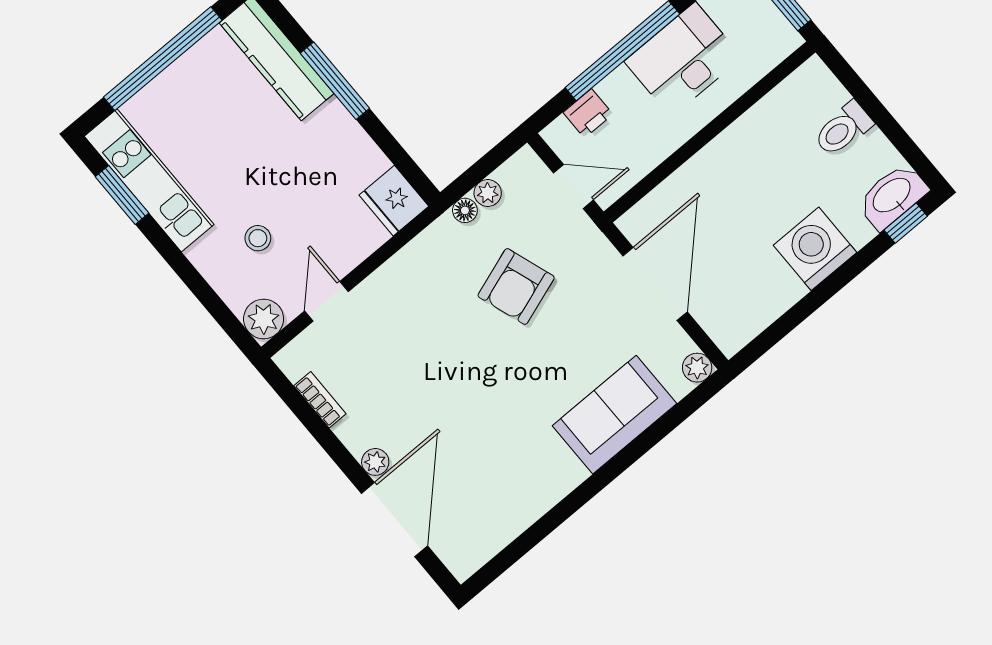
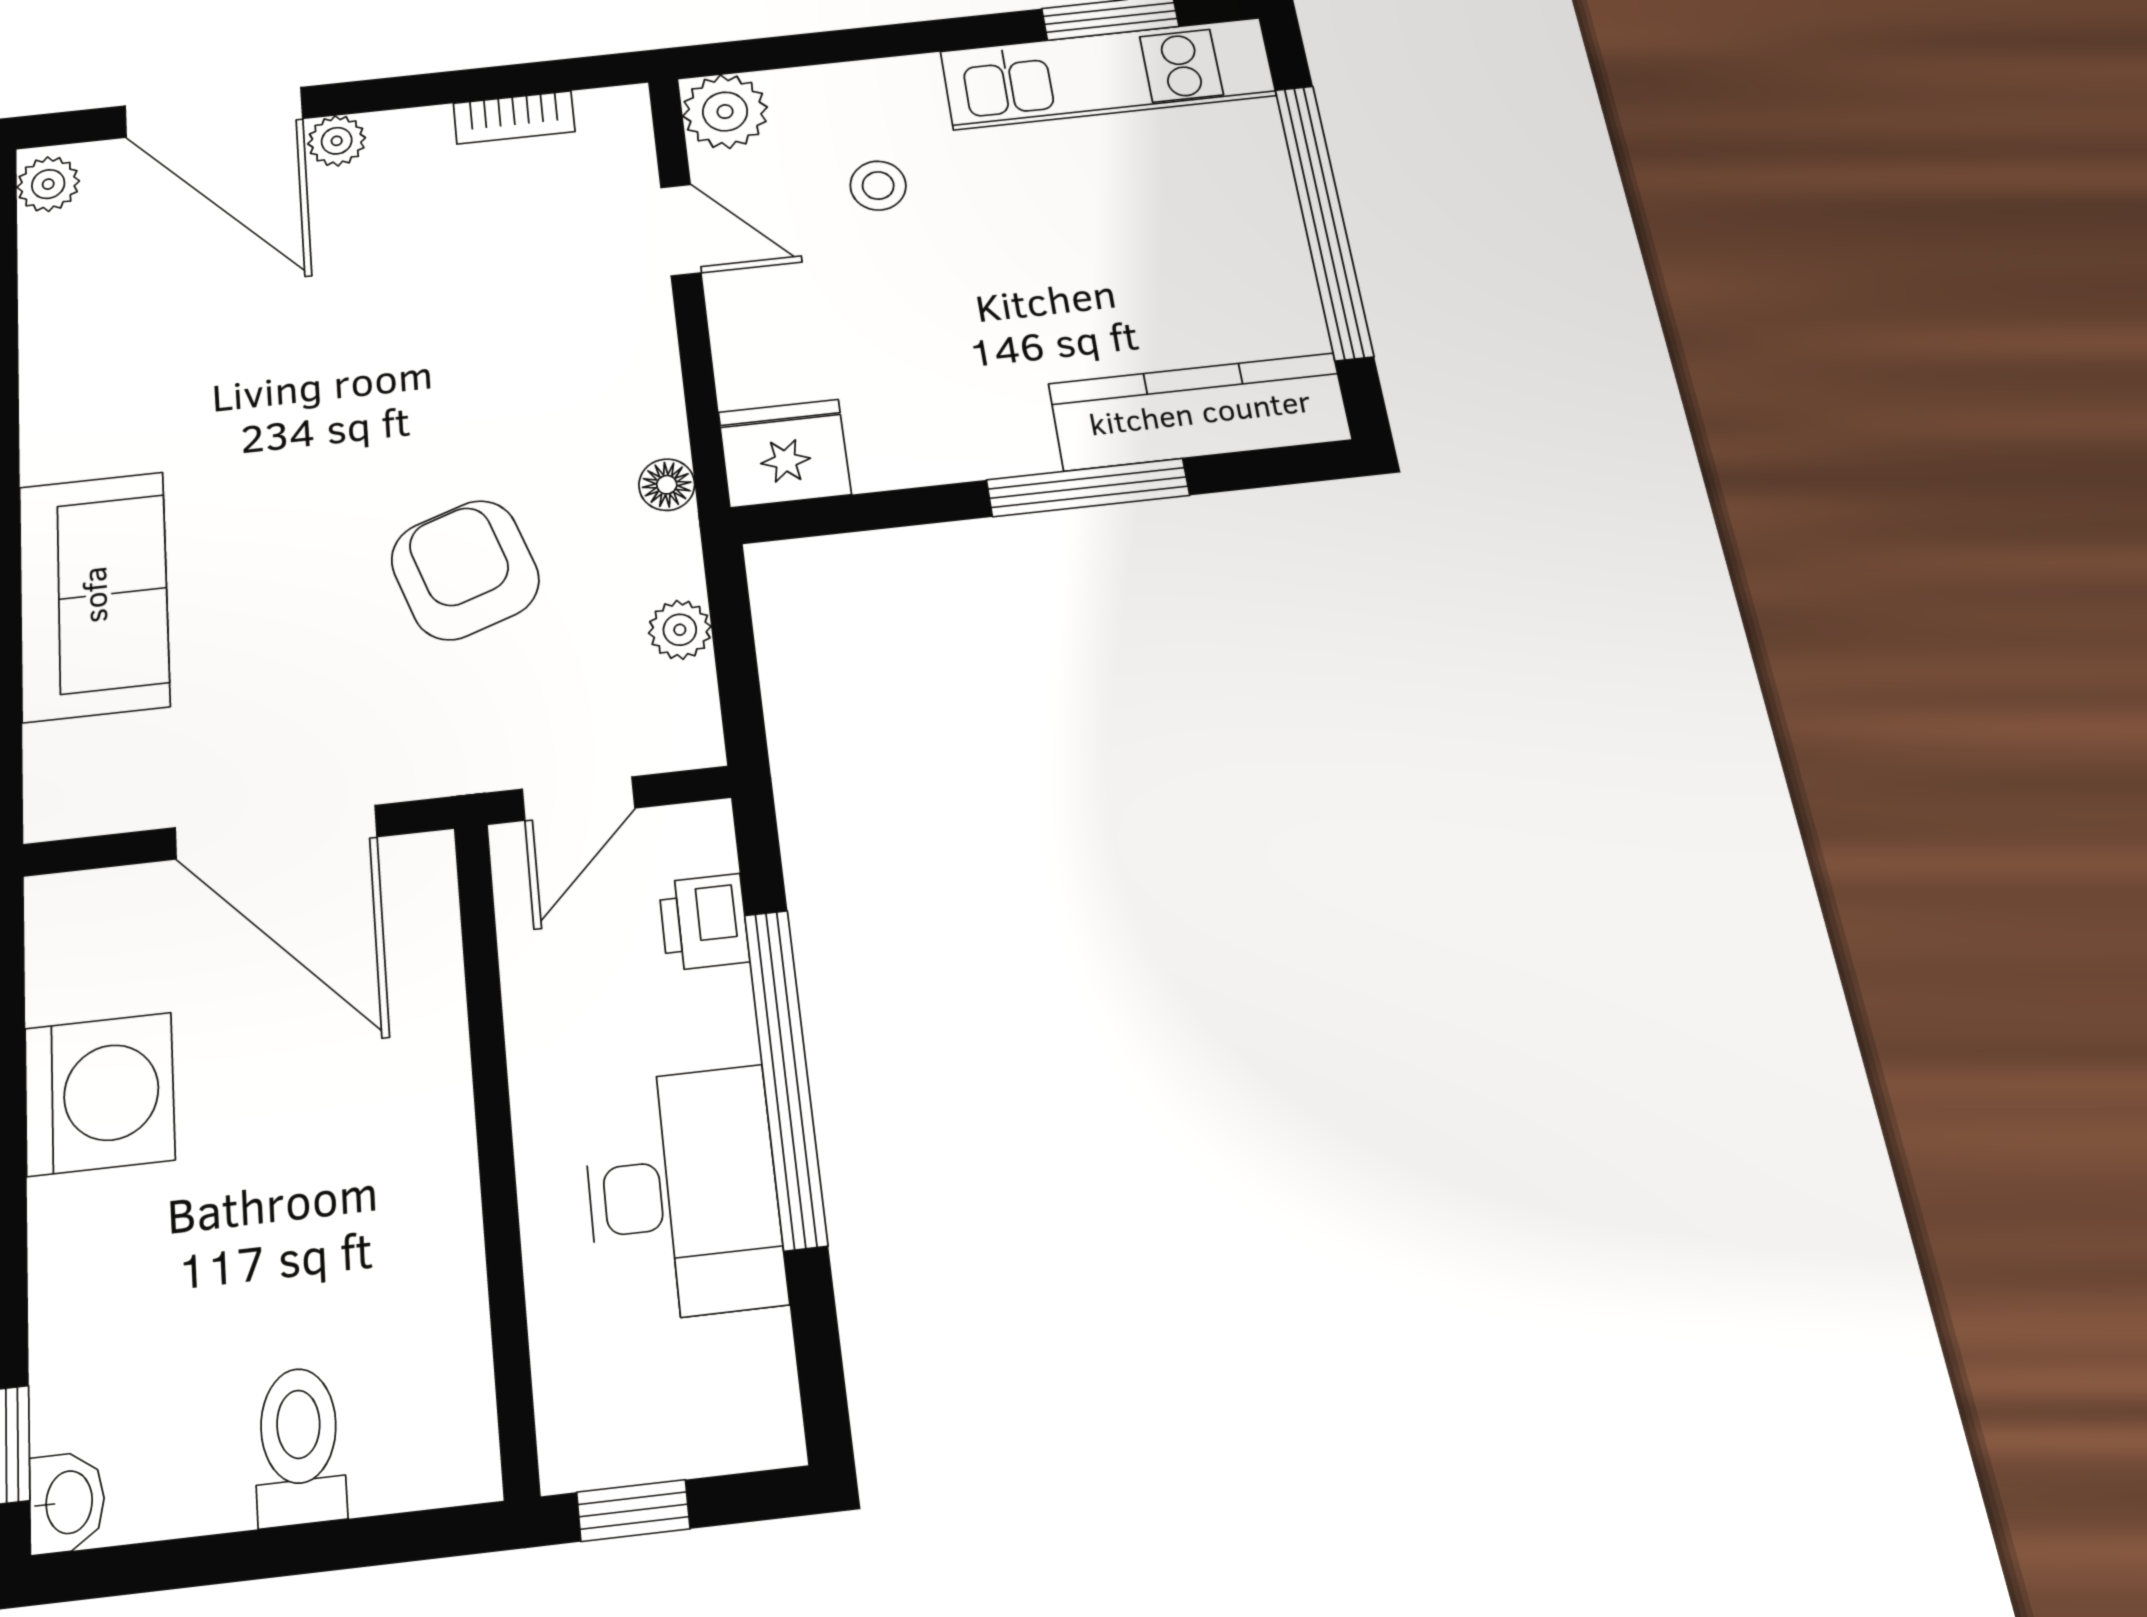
washbasin: (892, 196) -> (67, 1502), width x0.52, depth x0.69
floor lamp: (465, 210) -> (667, 485), moved
washing machine: (815, 249) -> (99, 1094), moved
plant: (697, 368) -> (48, 184), moved

